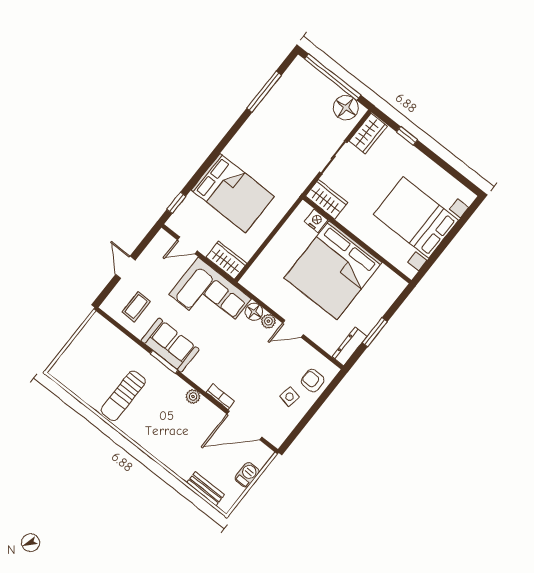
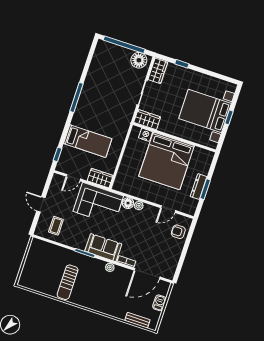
window: (264, 92) -> (76, 97), moved
bed: (233, 193) -> (88, 141), width x0.67
window: (448, 240) -> (229, 117), added
door: (293, 329) -> (168, 209), moved
sofa: (170, 345) -> (103, 248), moved
dresser: (349, 347) -> (199, 187), moved
side table: (289, 397) -> (168, 247), removed

